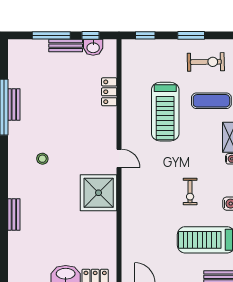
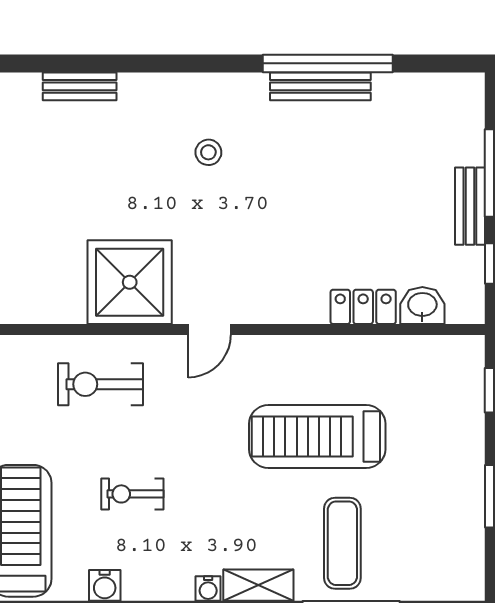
washbasin: (93, 47) -> (422, 306), moved, turned 90
exercise bike: (206, 62) -> (100, 384), moved, turned 91
bench: (14, 104) -> (320, 86), width x1.36

